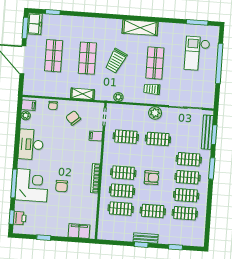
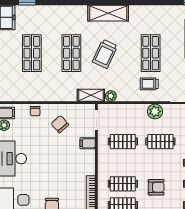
shelving: (140, 28) -> (108, 13), moved
shelving: (82, 94) -> (91, 95), moved

